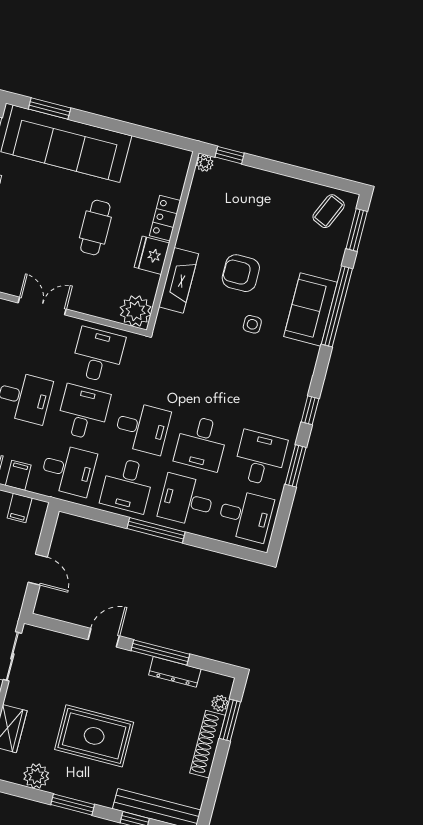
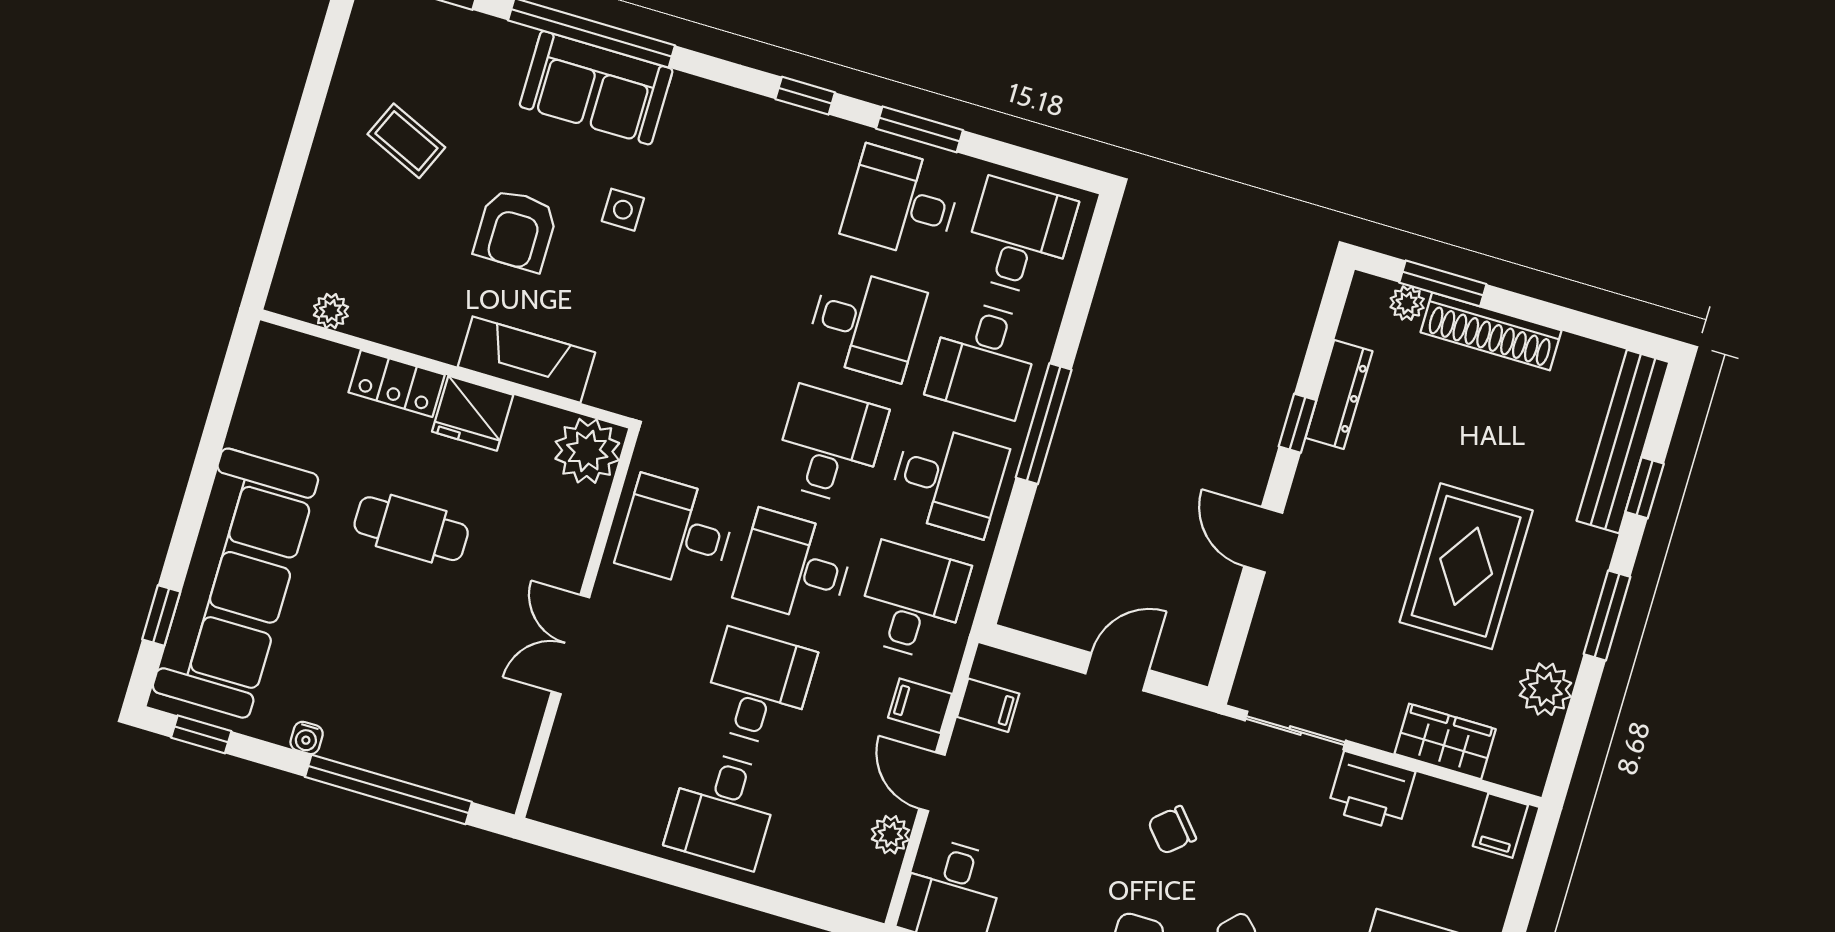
window: (50, 108) -> (161, 615), width x0.67
window: (230, 155) -> (270, 245), removed
plant: (205, 163) -> (331, 311), moved
coffee table: (329, 211) -> (406, 141), moved
window: (160, 652) -> (1297, 423), width x0.46

